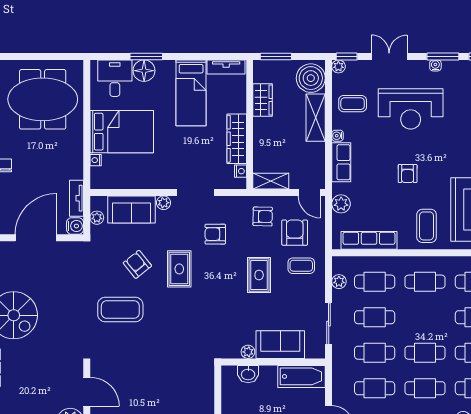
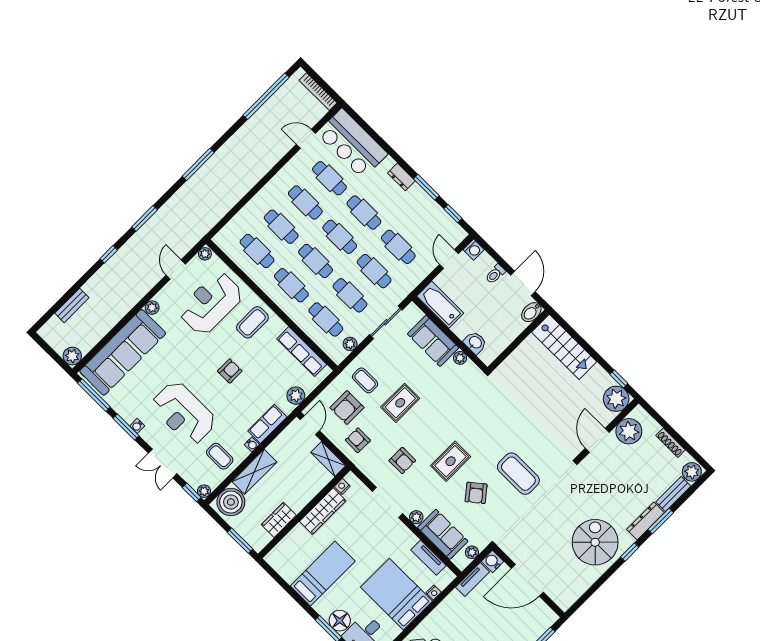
tv unit: (226, 67) -> (428, 558), moved, turned 180
reception desk: (411, 109) -> (184, 413), turned 180
cafe table: (425, 317) -> (316, 261), added

